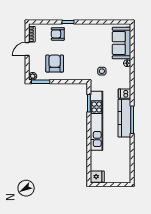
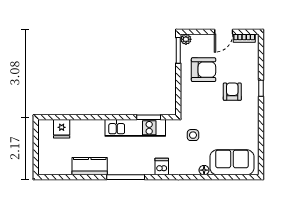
armchair: (58, 34) -> (232, 92), moved
door: (27, 49) -> (224, 32), swing flipped
kitchen counter: (124, 118) -> (90, 166), moved, width x0.67
kitchen unit: (97, 121) -> (135, 128), width x0.73
fridge: (97, 177) -> (62, 129), moved

